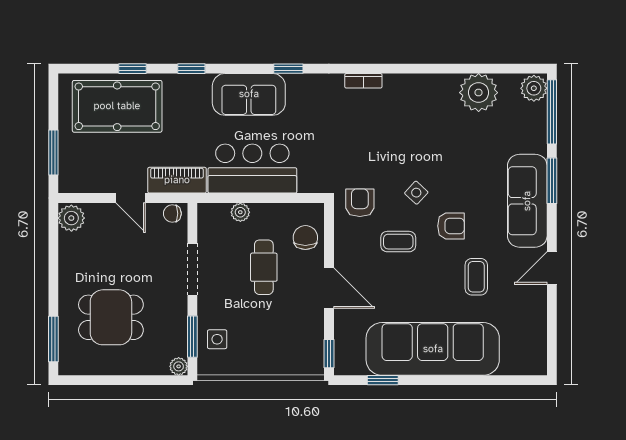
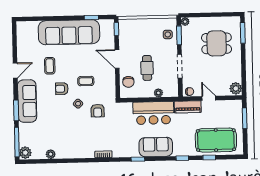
plant: (479, 93) -> (51, 154), width x0.53, depth x0.53
armchair: (360, 203) -> (98, 111), moved

